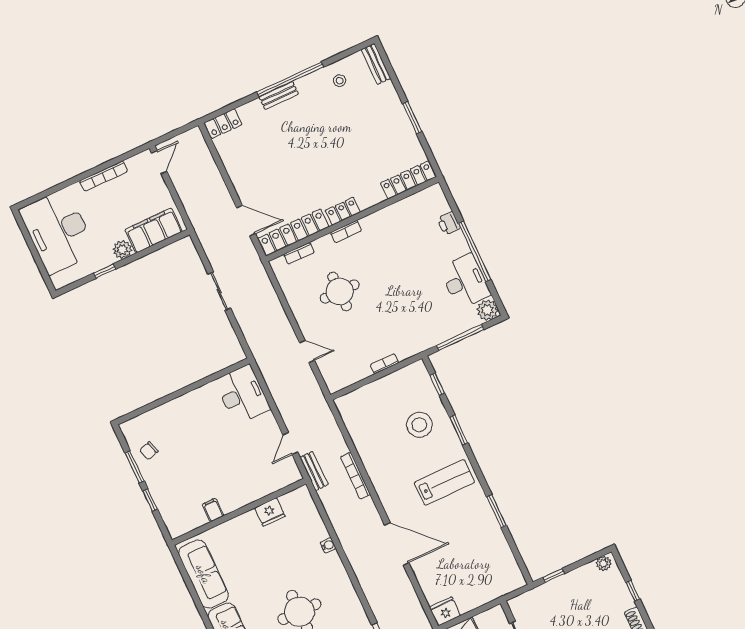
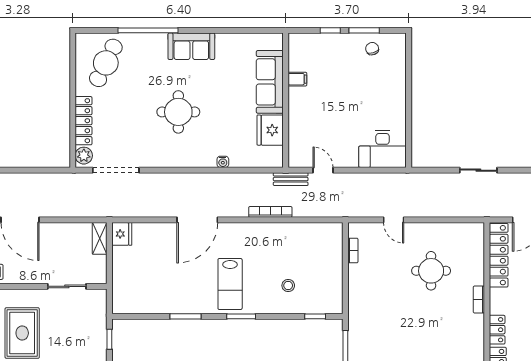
locker: (343, 211) -> (497, 330), moved
bookcase: (299, 253) -> (479, 251), removed
door: (307, 351) -> (394, 220), hinge flipped
bookcase: (384, 364) -> (353, 251), moved
stool: (419, 425) -> (288, 286), width x0.53, depth x0.53
window: (459, 430) -> (241, 316), moved
fridge: (270, 512) -> (270, 130), width x1.36, depth x1.34
sofa: (204, 574) -> (270, 82), moved, turned 90

